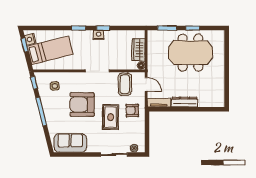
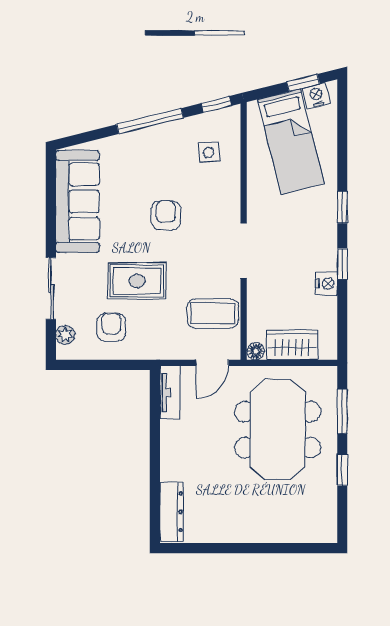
nightstand: (99, 35) -> (326, 284), moved
meeting table: (190, 53) -> (278, 430), moved
dresser: (184, 102) -> (172, 512), moved
armchair: (82, 105) -> (166, 215), width x0.53, depth x0.53
armchair: (132, 110) -> (111, 327), moved
sofa: (70, 143) -> (78, 201), width x1.36

